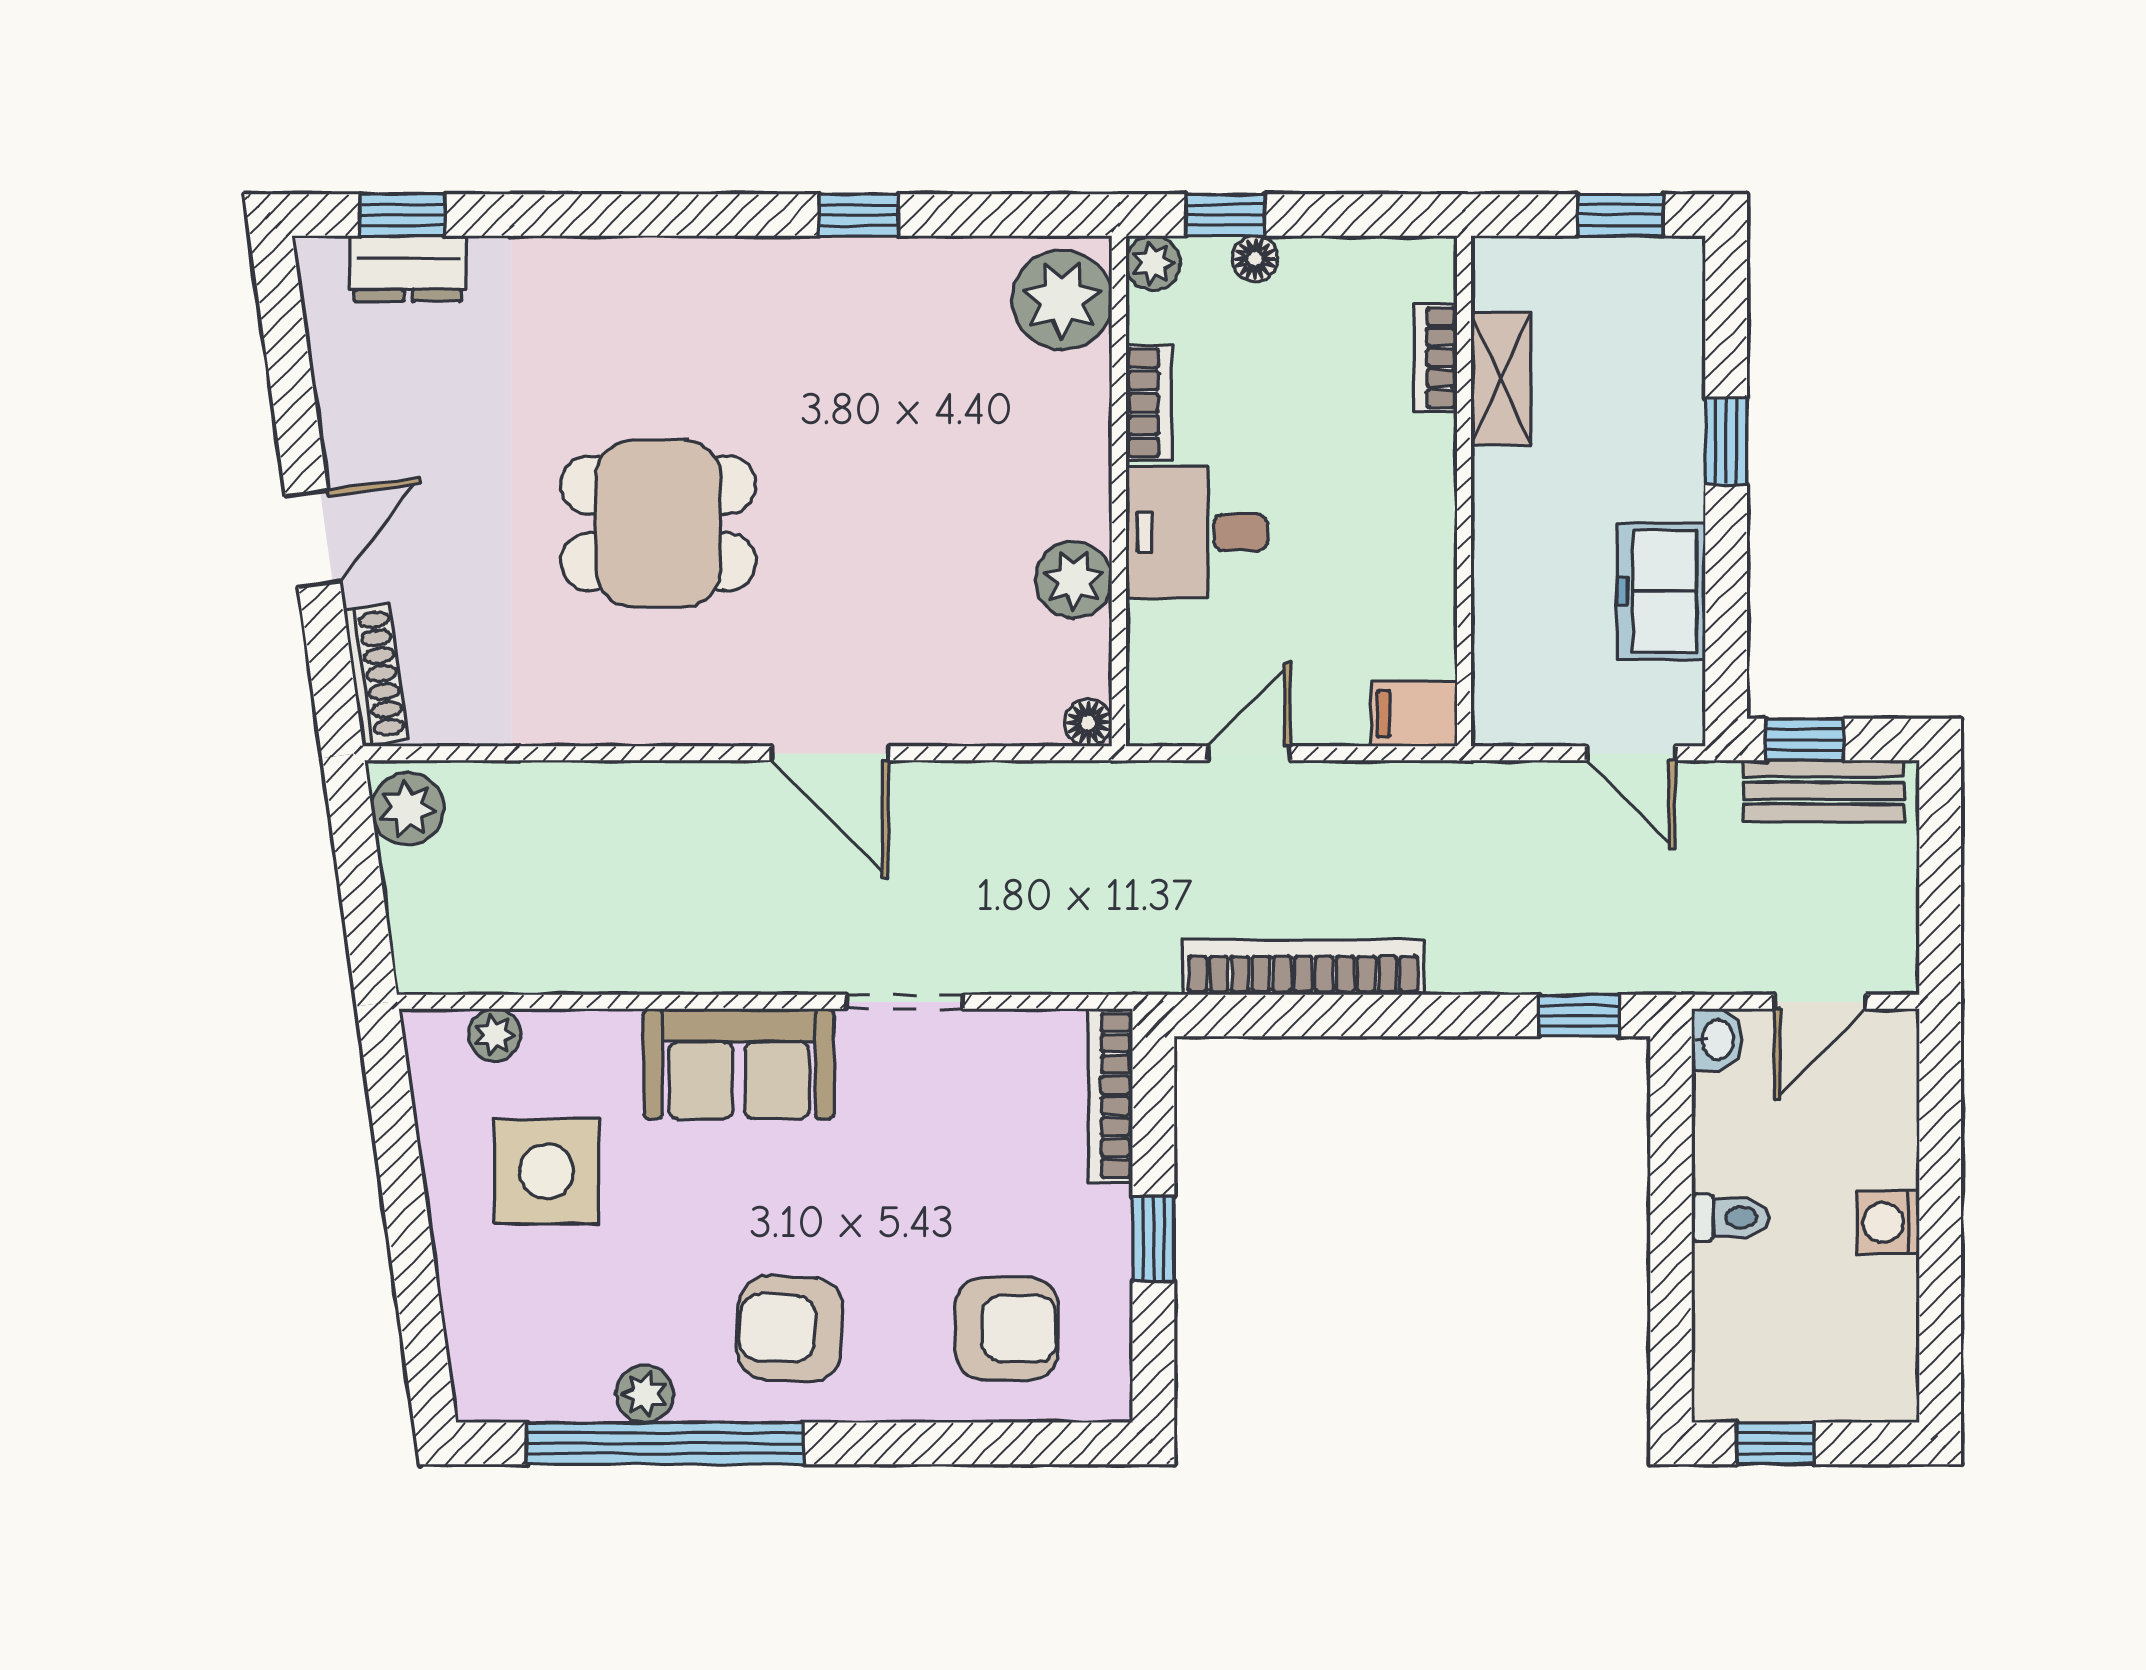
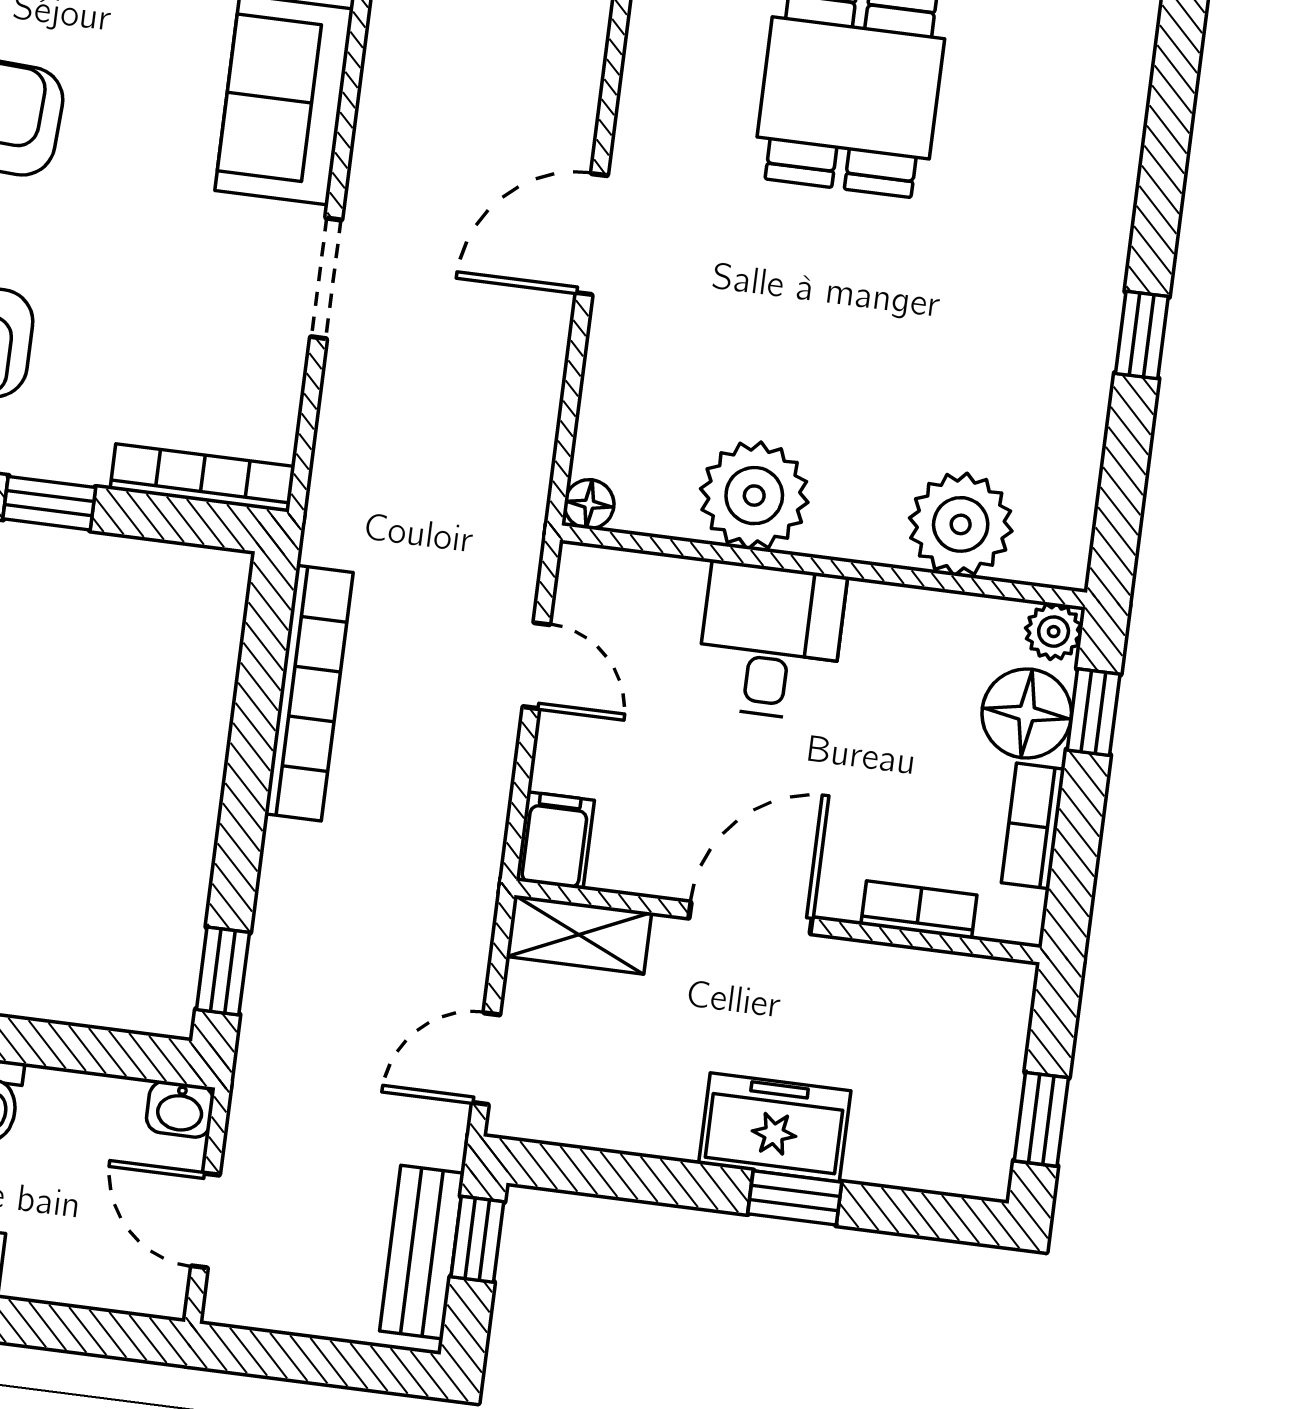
floor lamp: (1255, 259) -> (1027, 713), width x1.89, depth x1.89
plant: (1062, 300) -> (961, 524), moved
shelving: (1501, 379) -> (579, 935), moved
bookcase: (1149, 403) -> (1033, 826), moved, turned 90
door: (1464, 518) -> (751, 918), added
plant: (1074, 580) -> (754, 496), width x1.36, depth x1.36
freezer: (1661, 591) -> (775, 1127), moved

